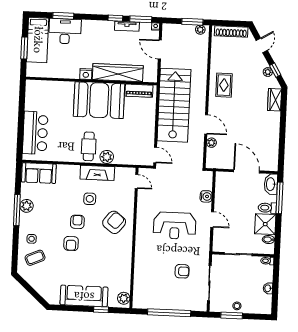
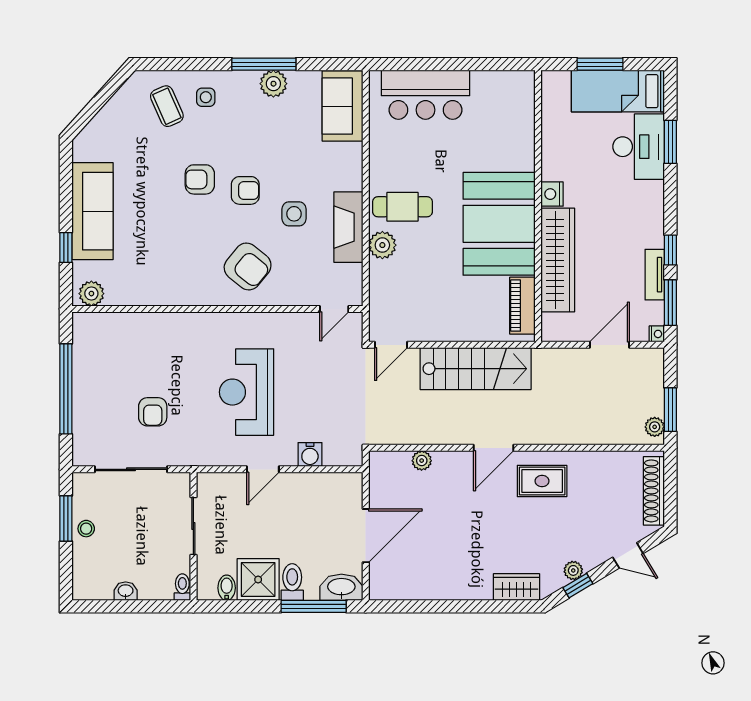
stairs: (174, 105) -> (476, 369), width x0.73, depth x0.66
door: (206, 124) -> (494, 448), moved

